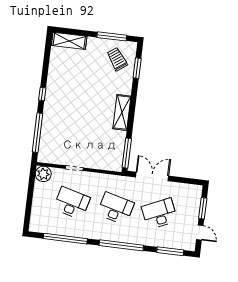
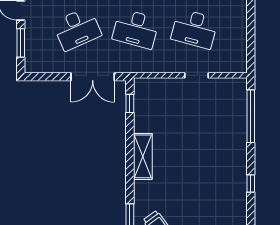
window: (42, 94) -> (251, 183), moved
window: (127, 153) -> (130, 104), width x0.46
plant: (43, 174) -> (237, 63), removed

